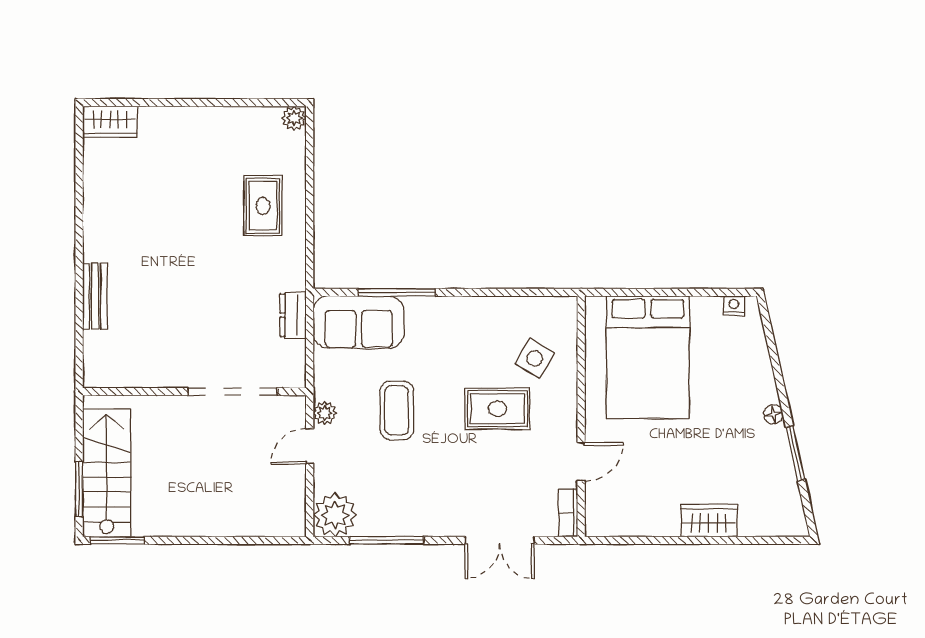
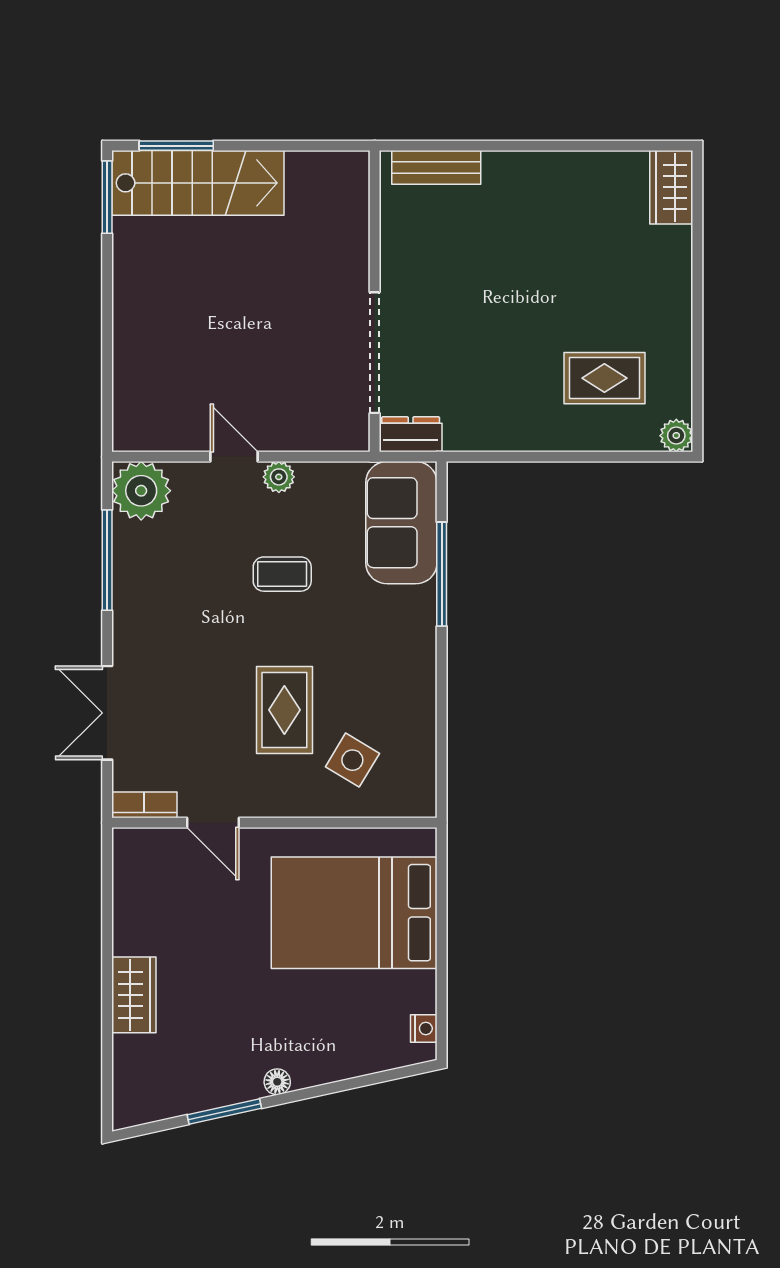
rug: (263, 206) -> (604, 378), moved
wall: (194, 392) -> (375, 301), moved
doorway: (233, 392) -> (375, 353), moved
coffee table: (397, 410) -> (282, 574), width x0.73, depth x0.77

